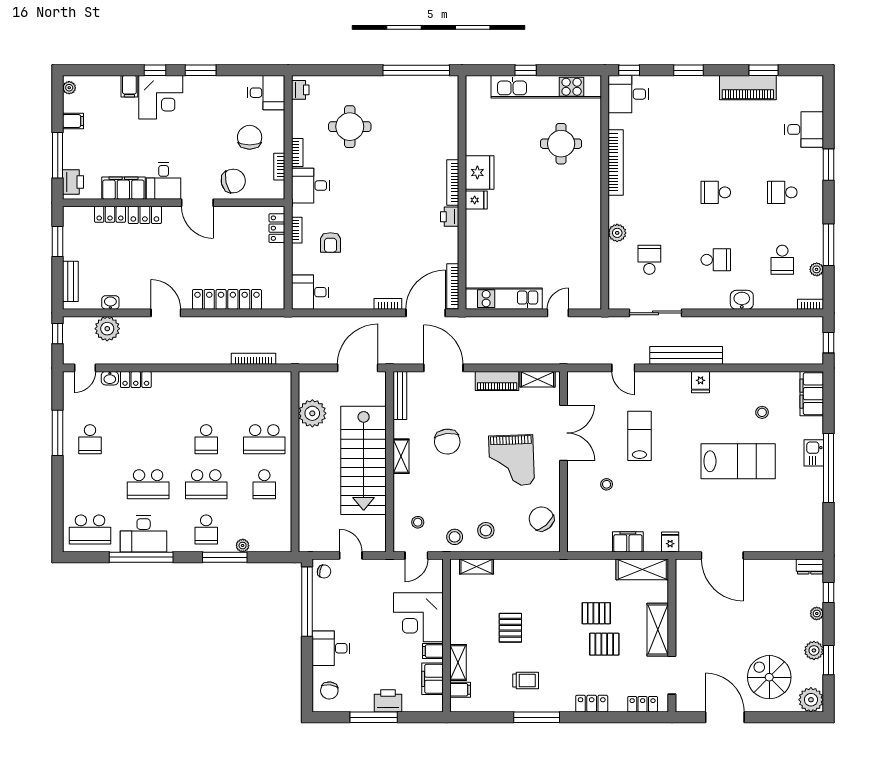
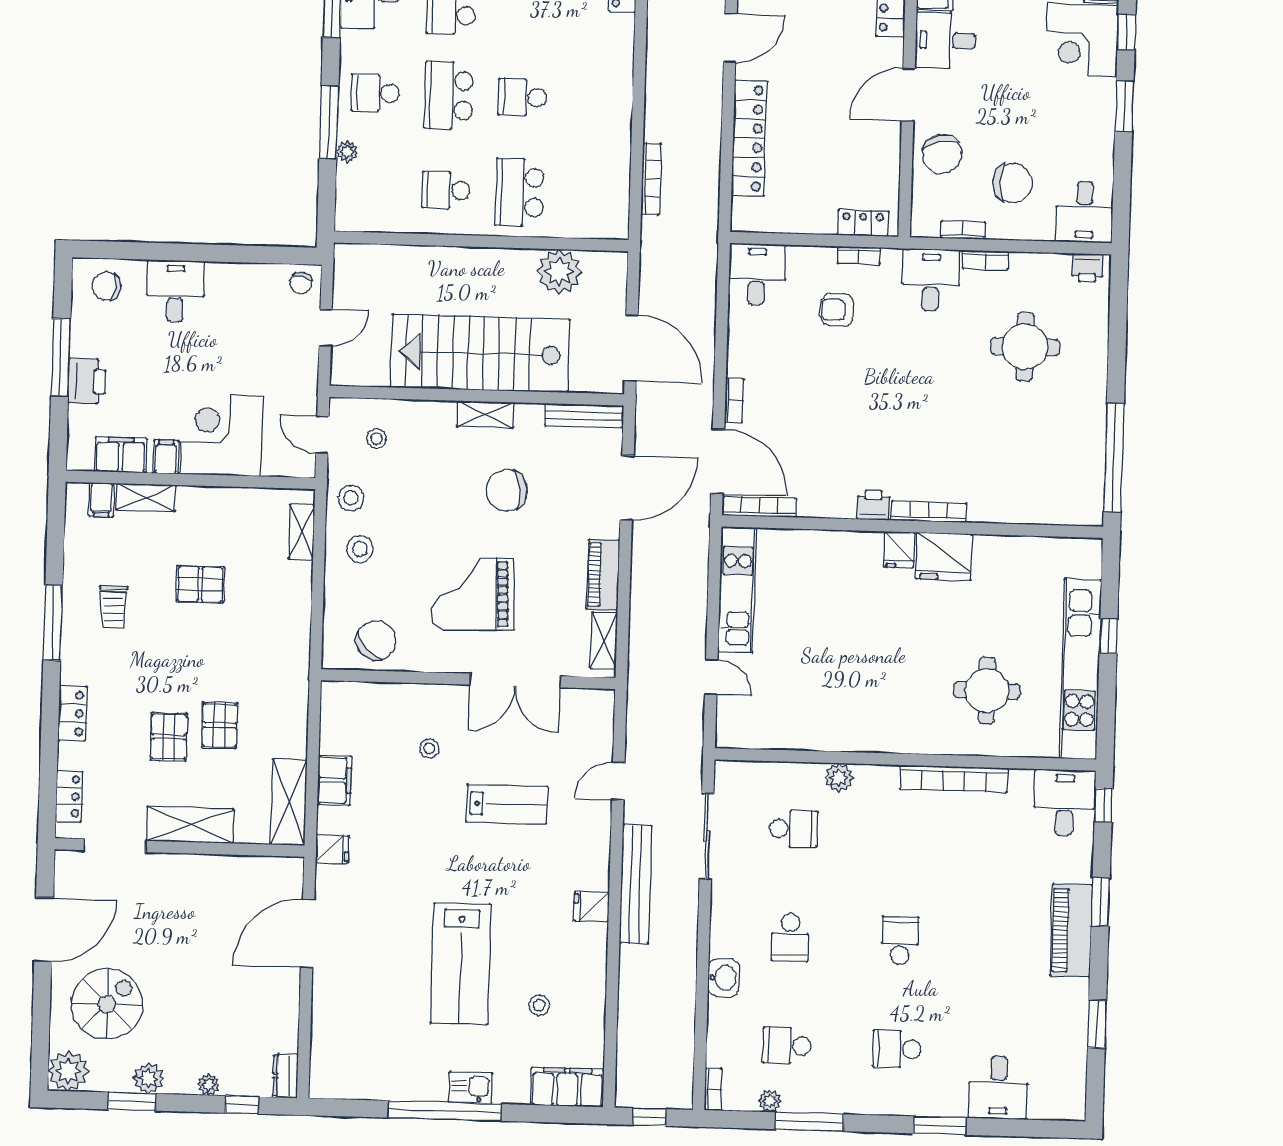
piano: (748, 88) -> (1071, 930), moved
school desk: (782, 192) -> (897, 1049), turned -90
window: (307, 602) -> (253, 254), removed

